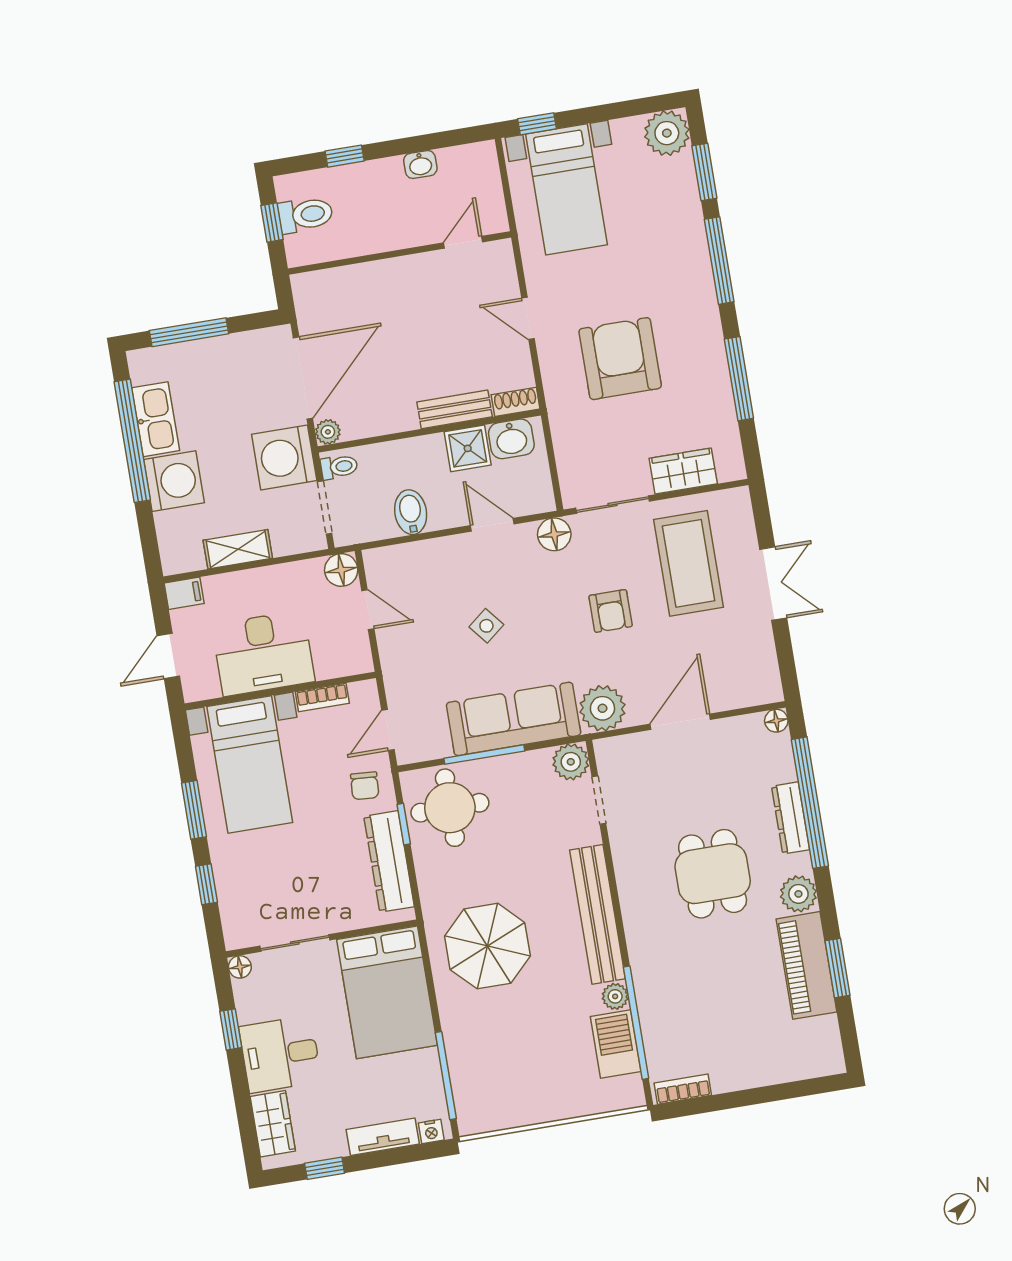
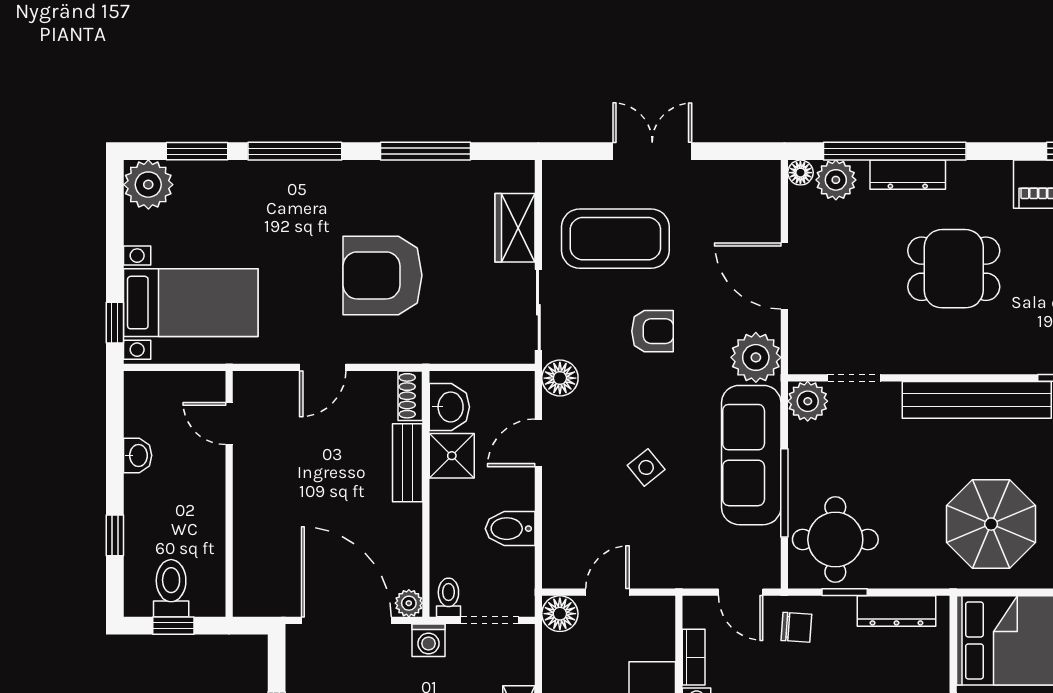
washing machine: (284, 457) -> (428, 640), width x0.53, depth x0.53
dresser: (389, 861) -> (896, 611), width x0.73, depth x0.80
plant: (798, 894) -> (836, 180), moved

